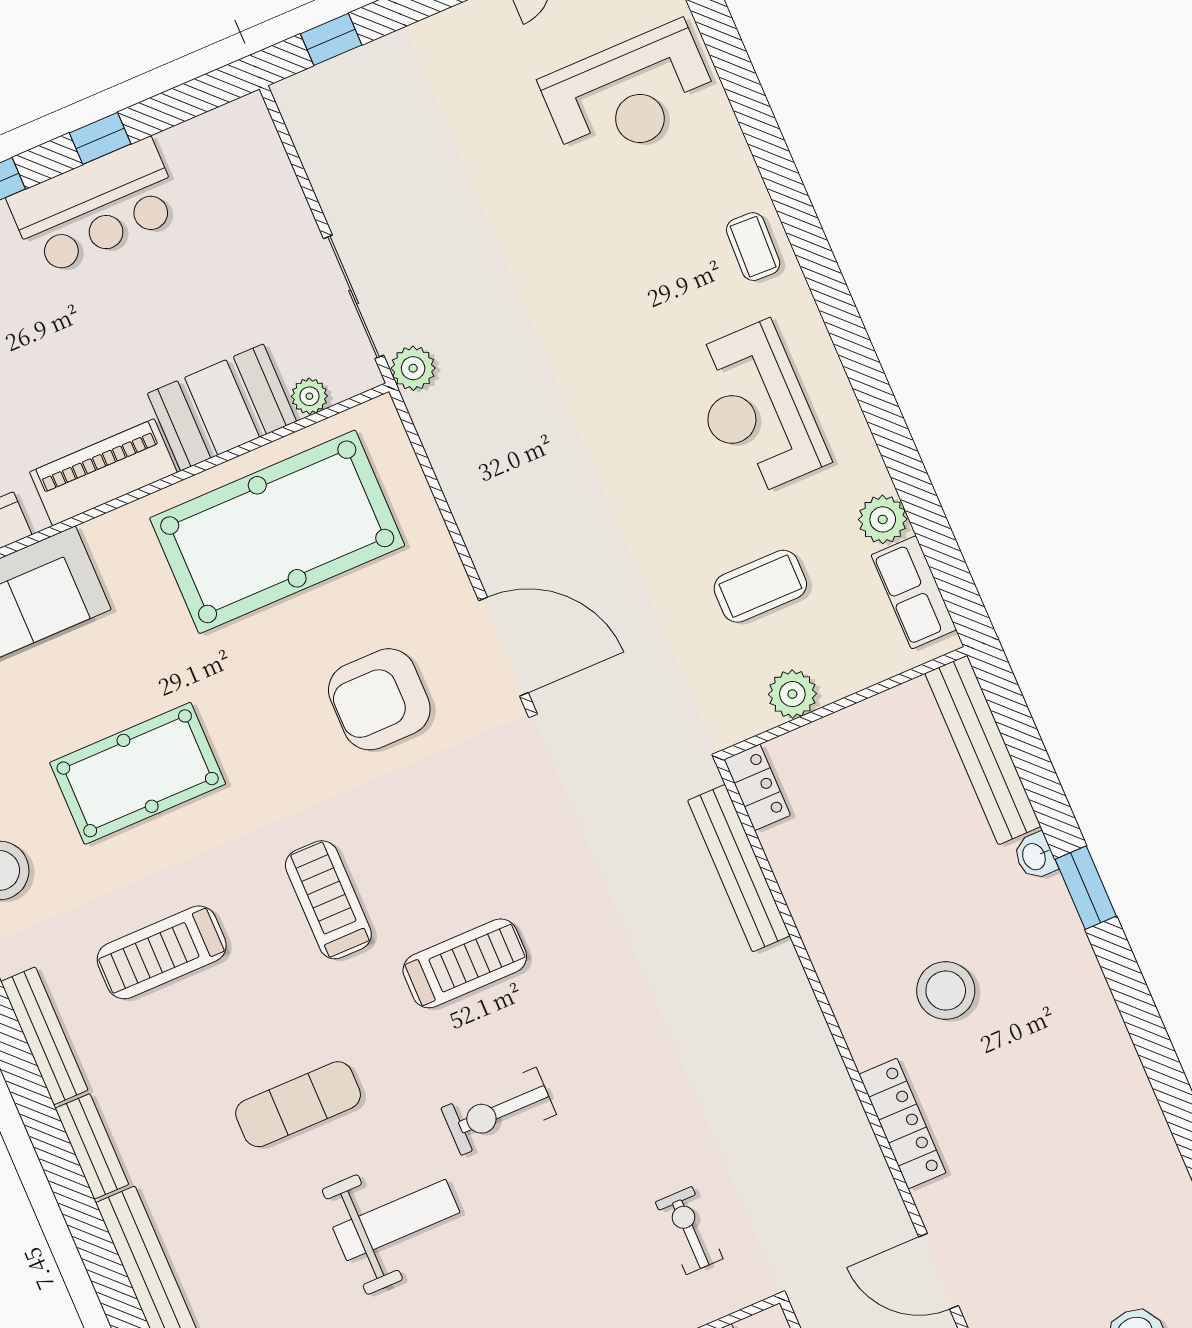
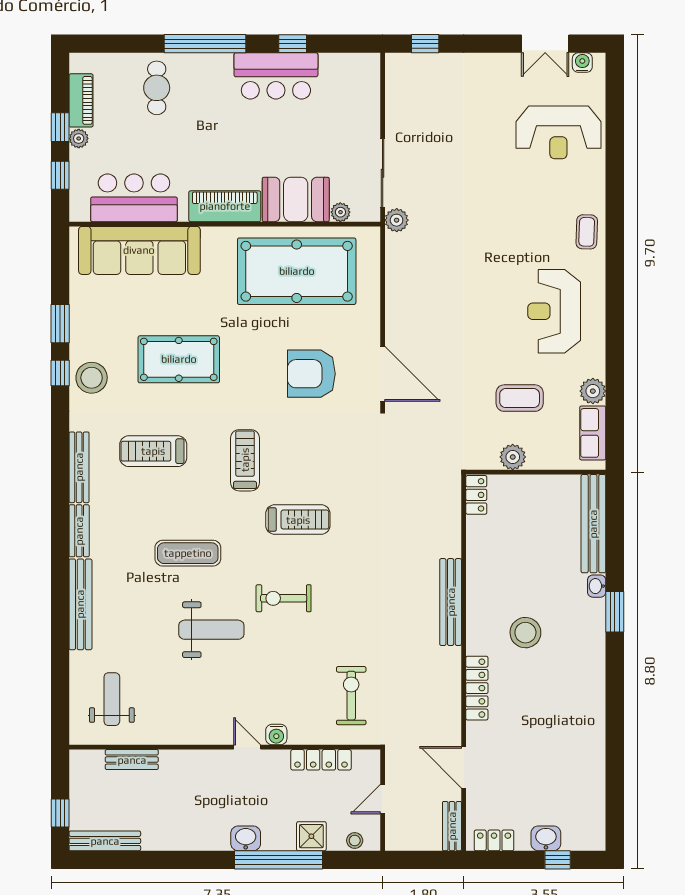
bench: (739, 868) -> (451, 602), moved
exercise bike: (689, 1230) -> (351, 696), width x1.38, depth x1.39

